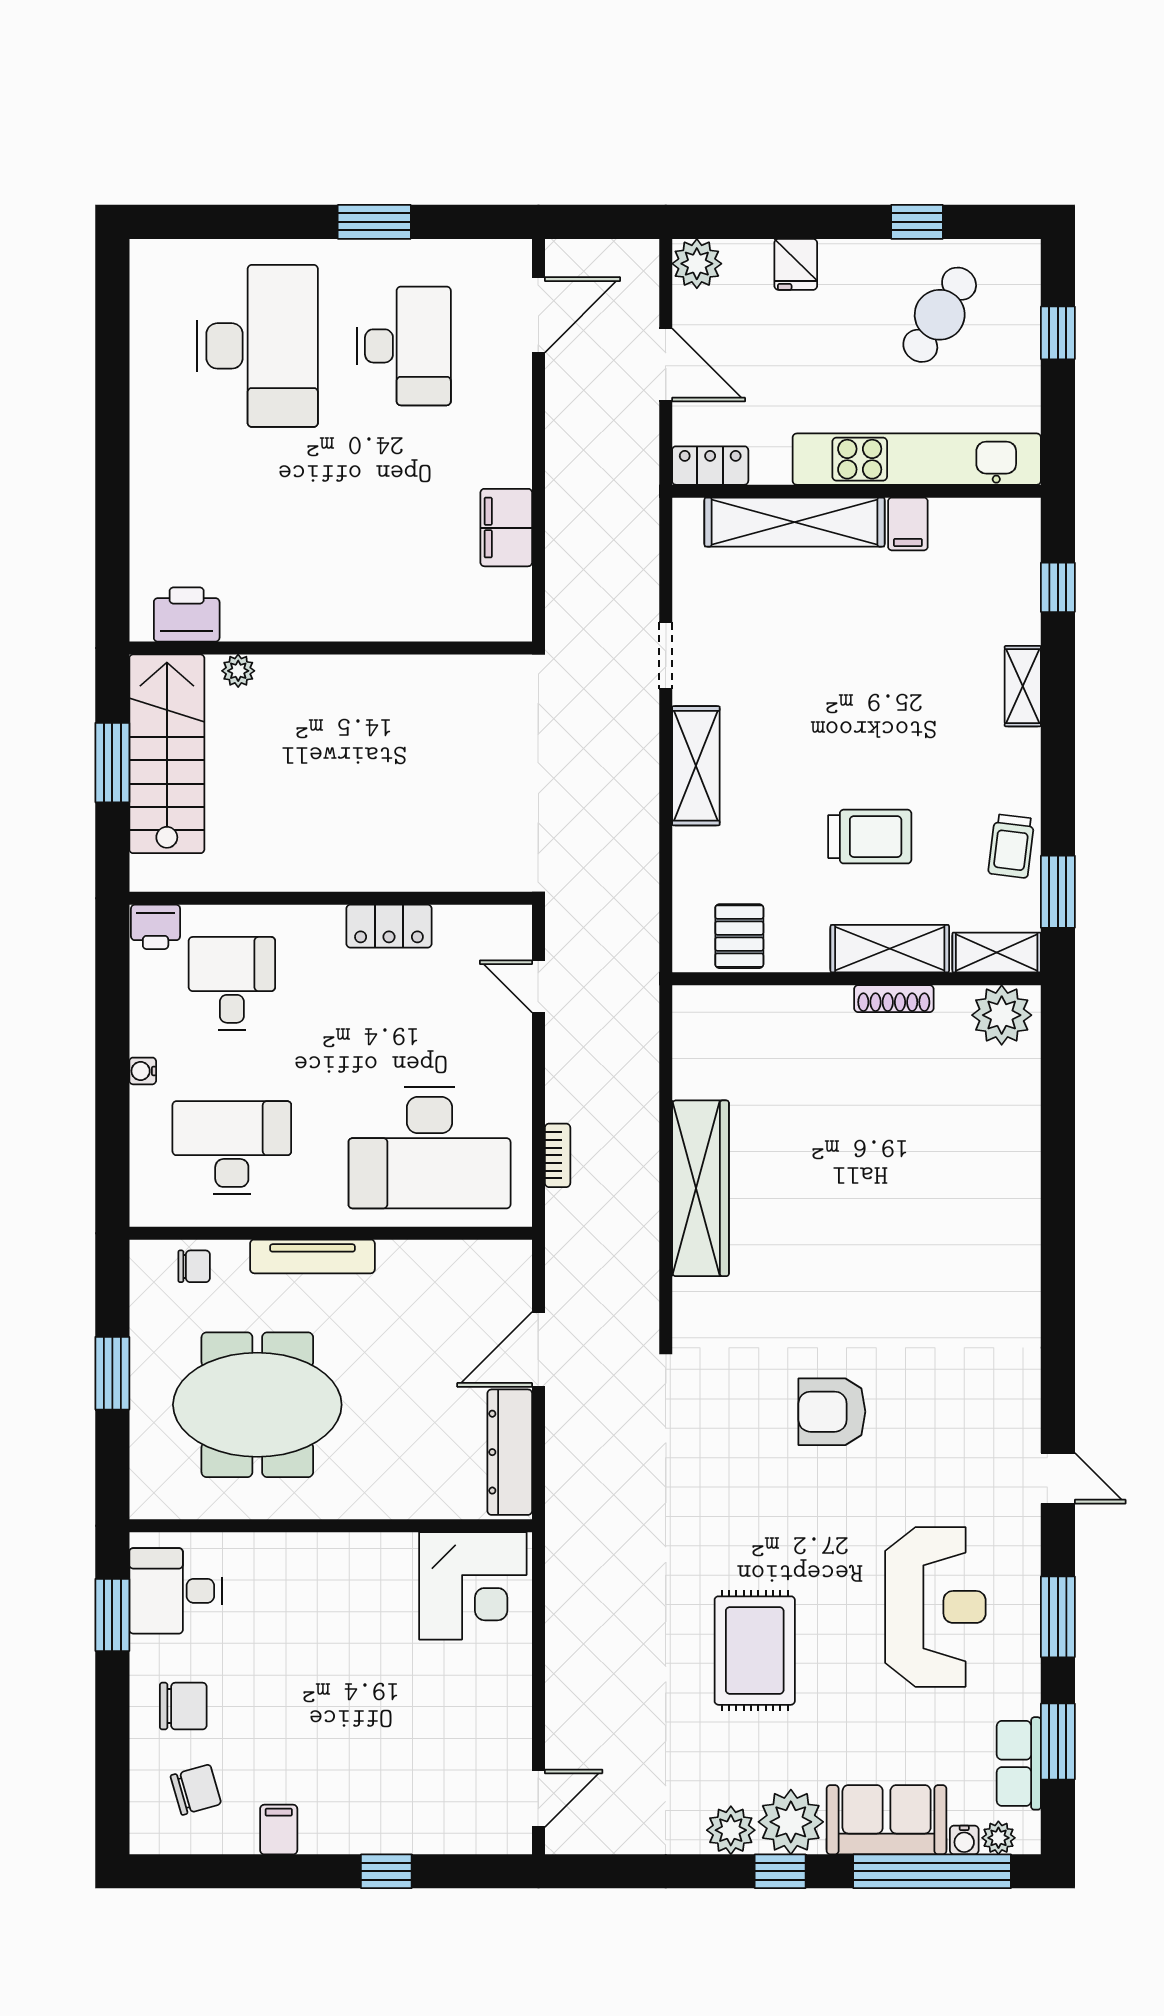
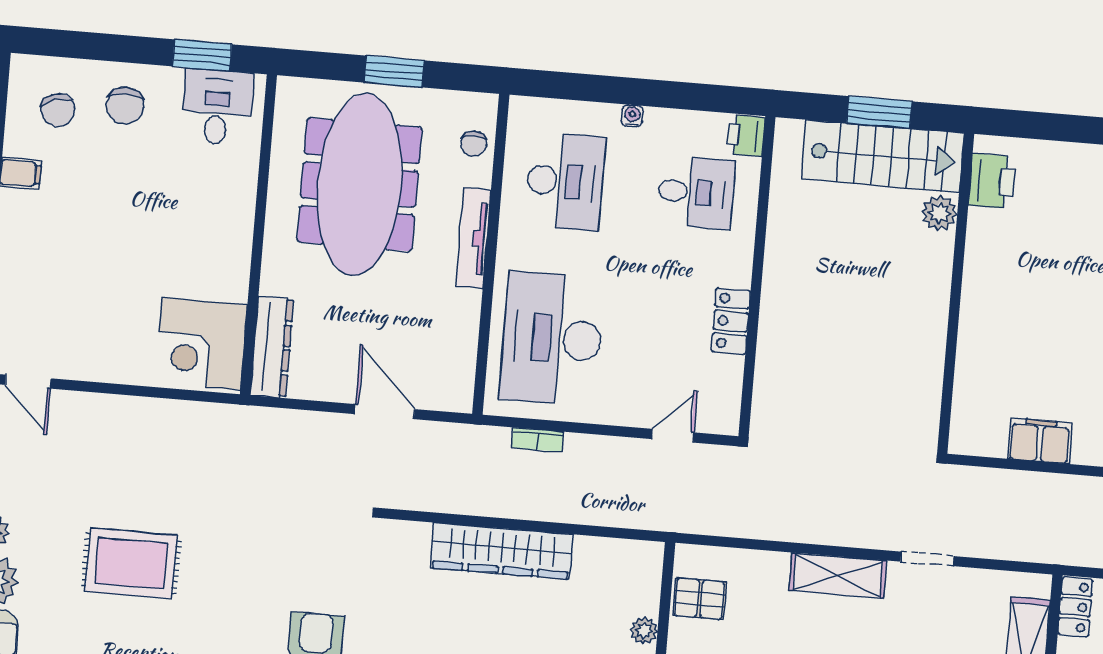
plant: (238, 671) -> (939, 213), width x1.38, depth x1.38
plant: (785, 1002) -> (644, 631), added
meeting table: (257, 1405) -> (359, 185), width x1.36
dresser: (510, 1452) -> (272, 347), moved, turned 90

